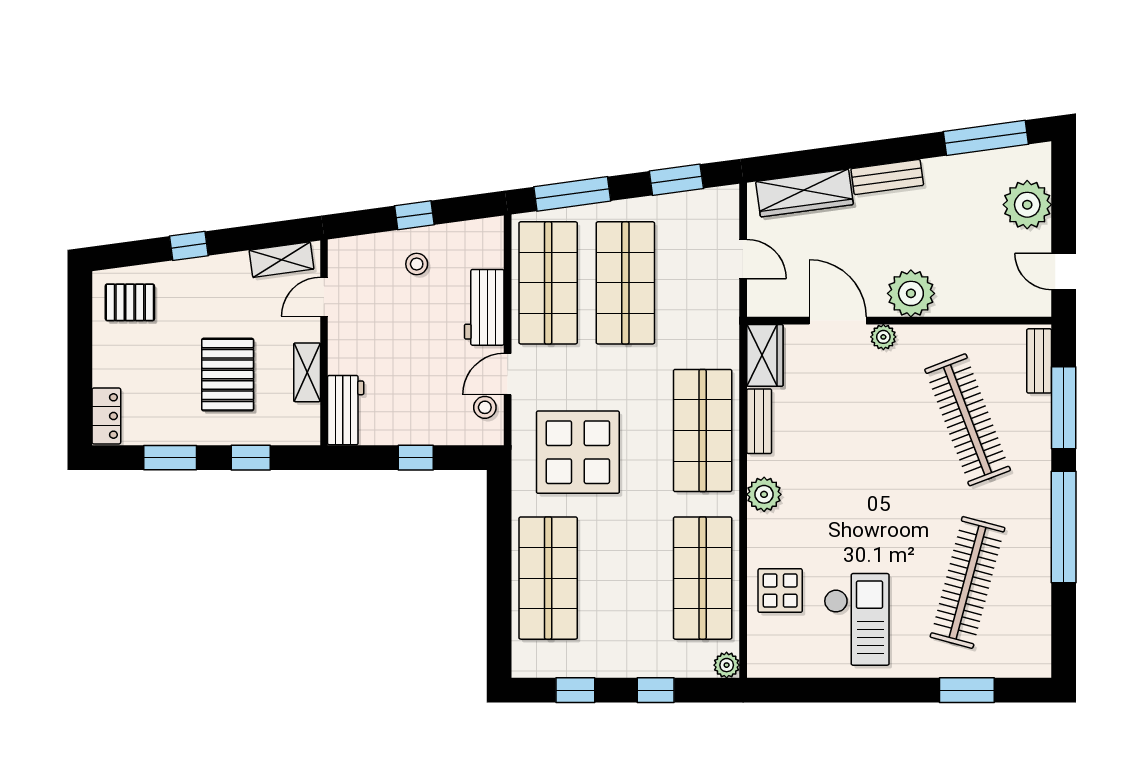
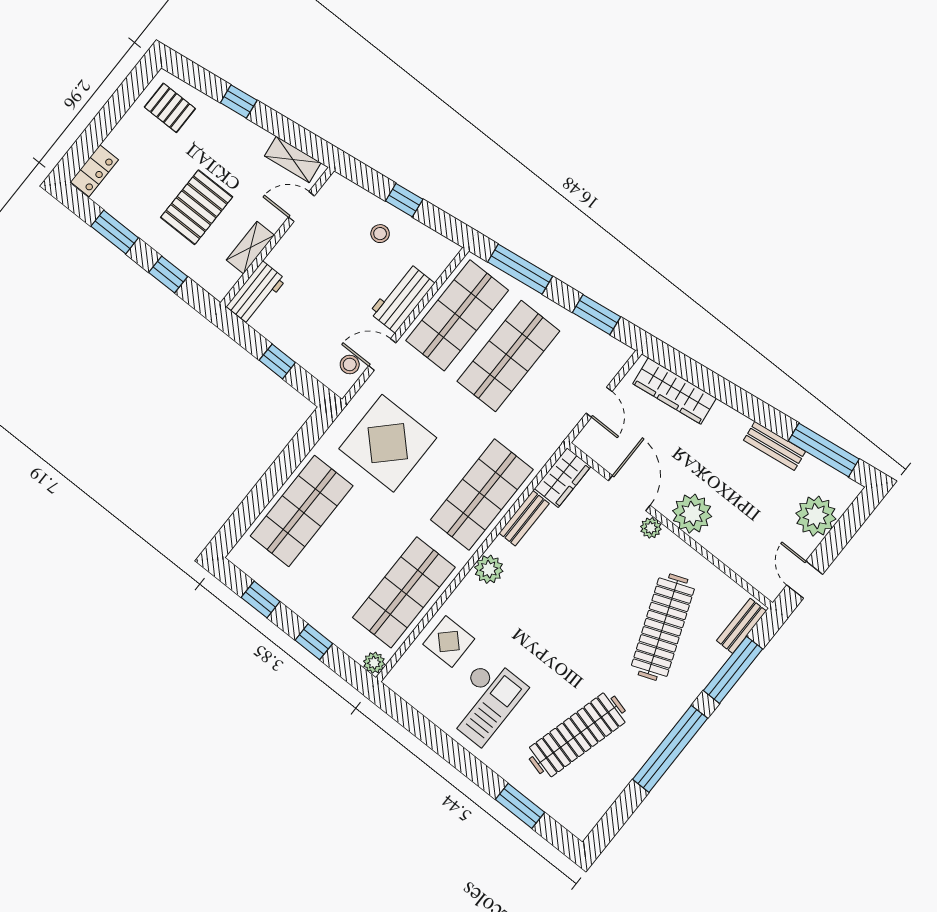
bench: (887, 177) -> (775, 446), moved

